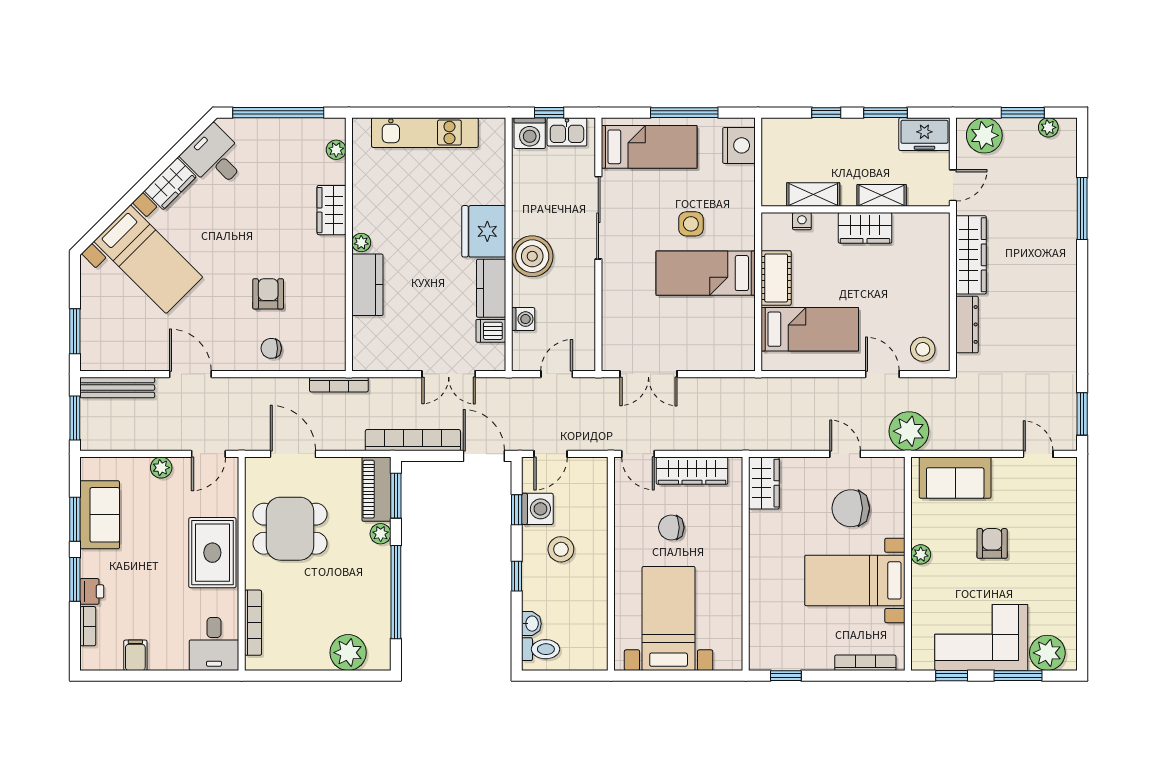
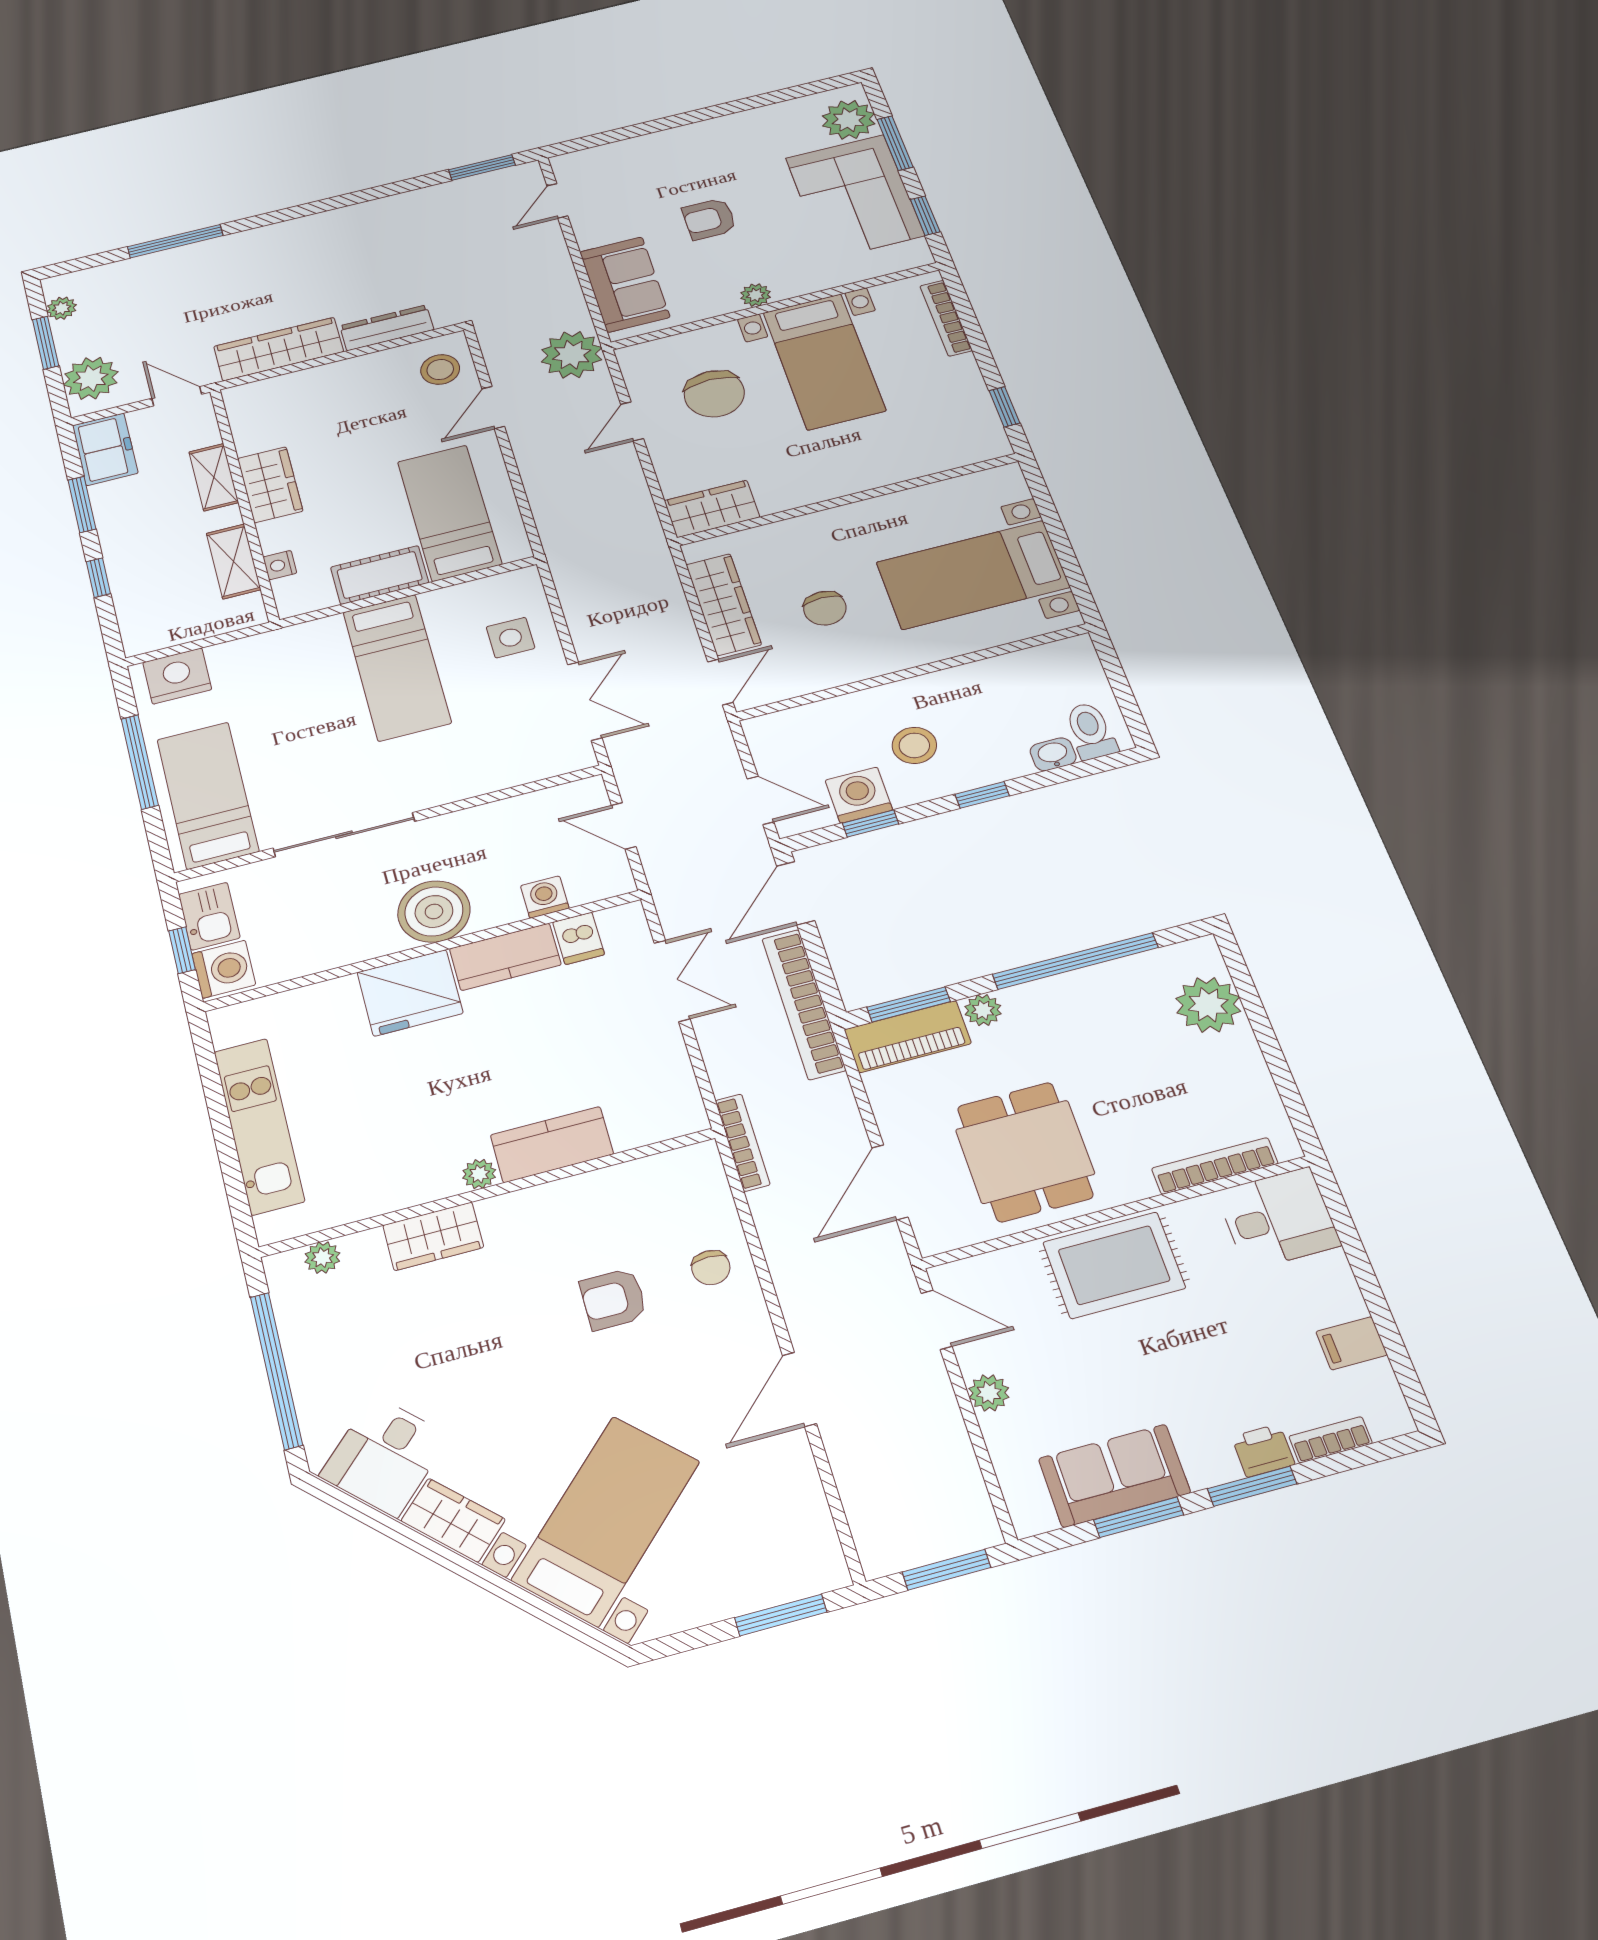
side table: (691, 224) -> (511, 638), moved
bench: (117, 388) -> (864, 1510), removed

